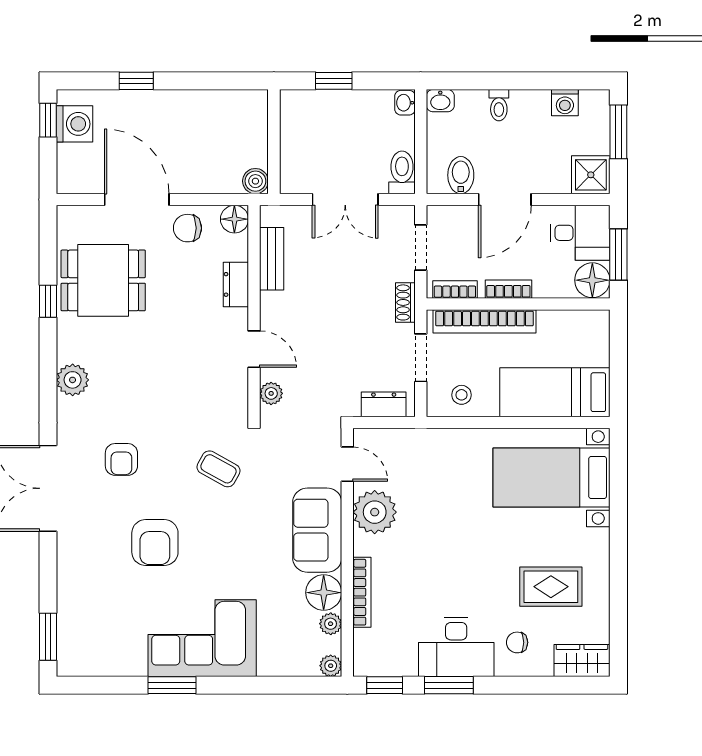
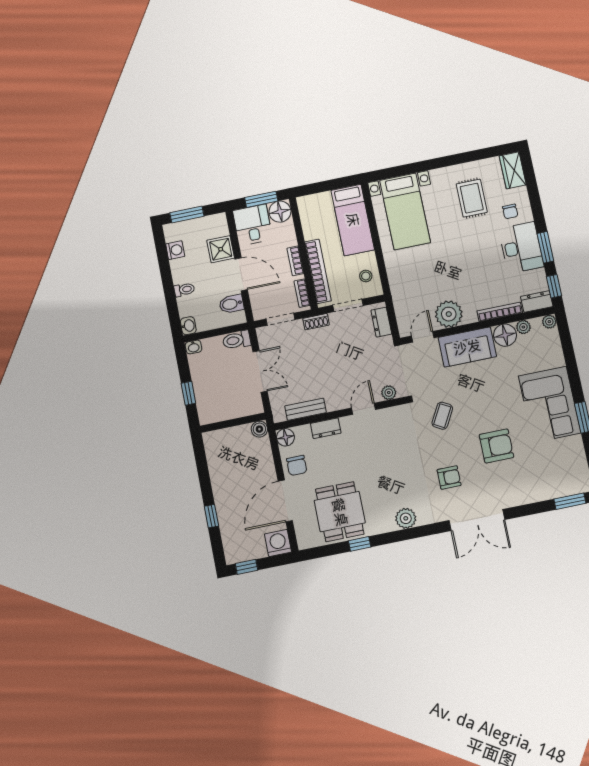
washing machine: (75, 124) -> (278, 543), moved
shower: (591, 175) -> (221, 249), moved
dresser: (366, 653) -> (537, 302), added

